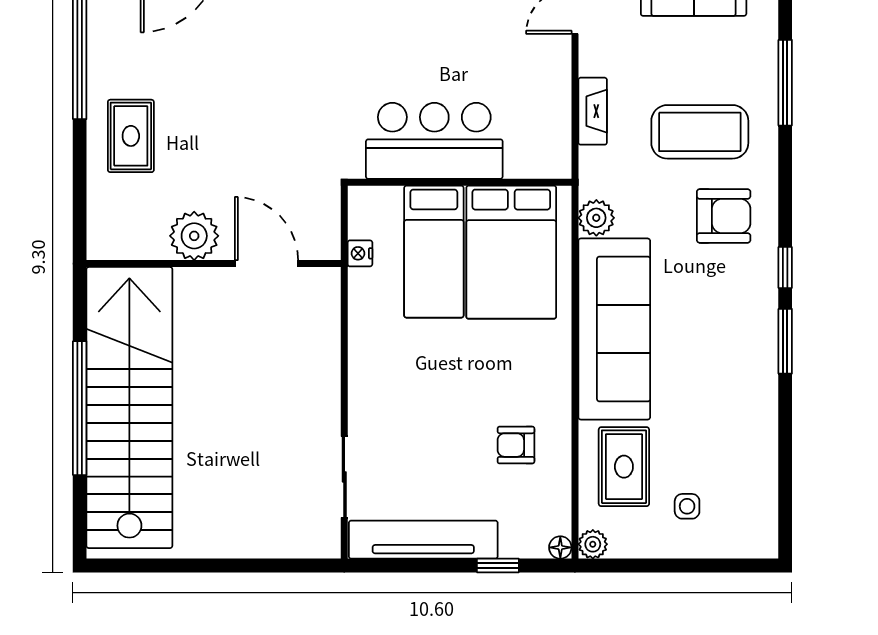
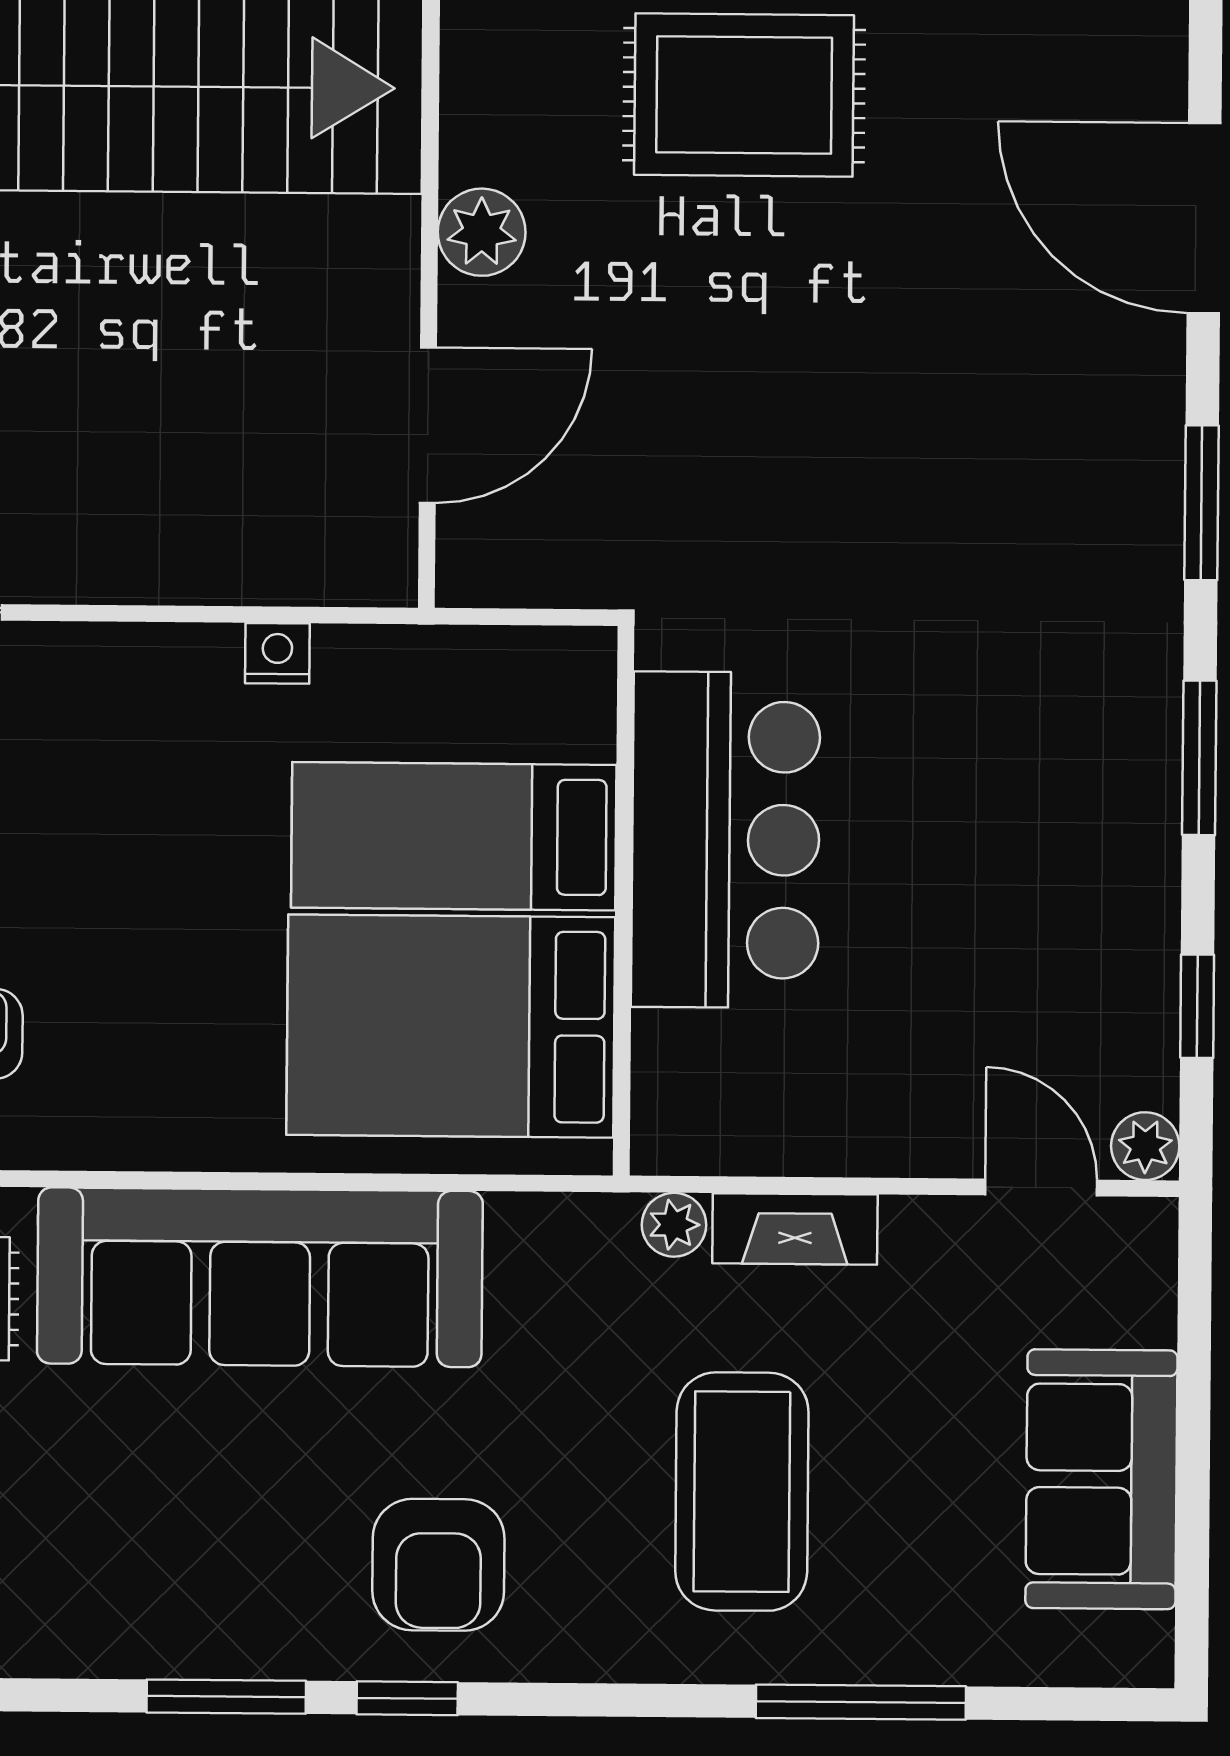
rug: (131, 136) -> (744, 95), width x1.36, depth x1.43
armchair: (724, 216) -> (438, 1565), moved
plant: (596, 218) -> (674, 1225), moved, width x0.73, depth x0.73
plant: (194, 236) -> (482, 232), width x0.73, depth x0.73
nightstand: (360, 253) -> (277, 653), moved

